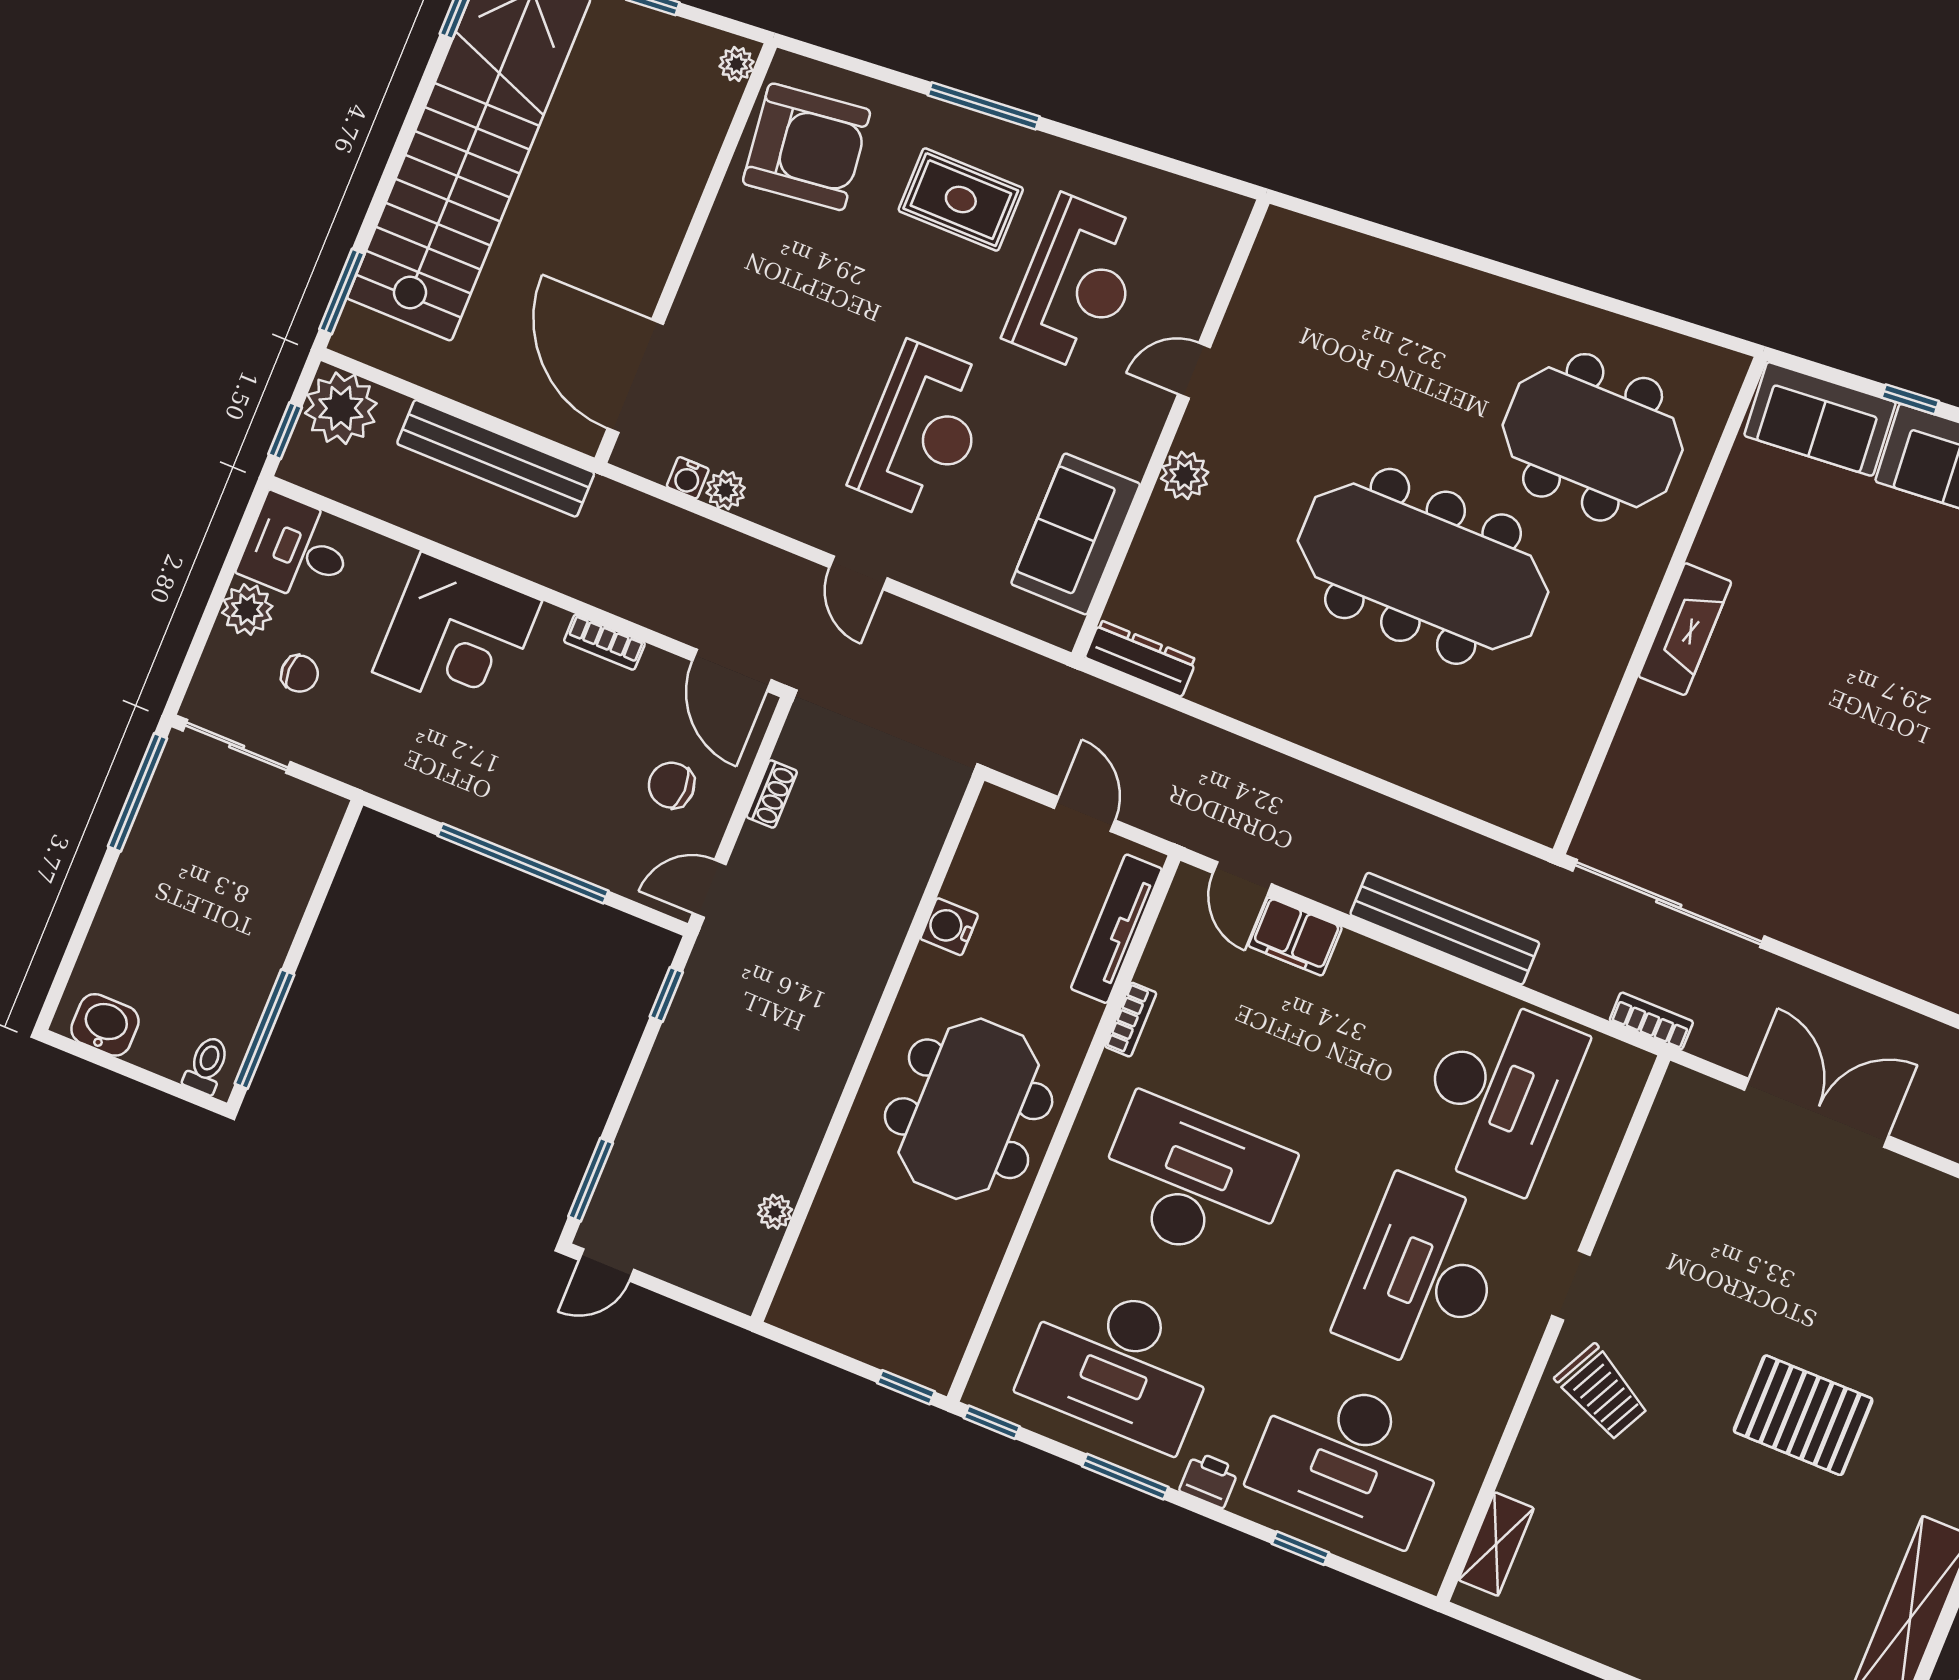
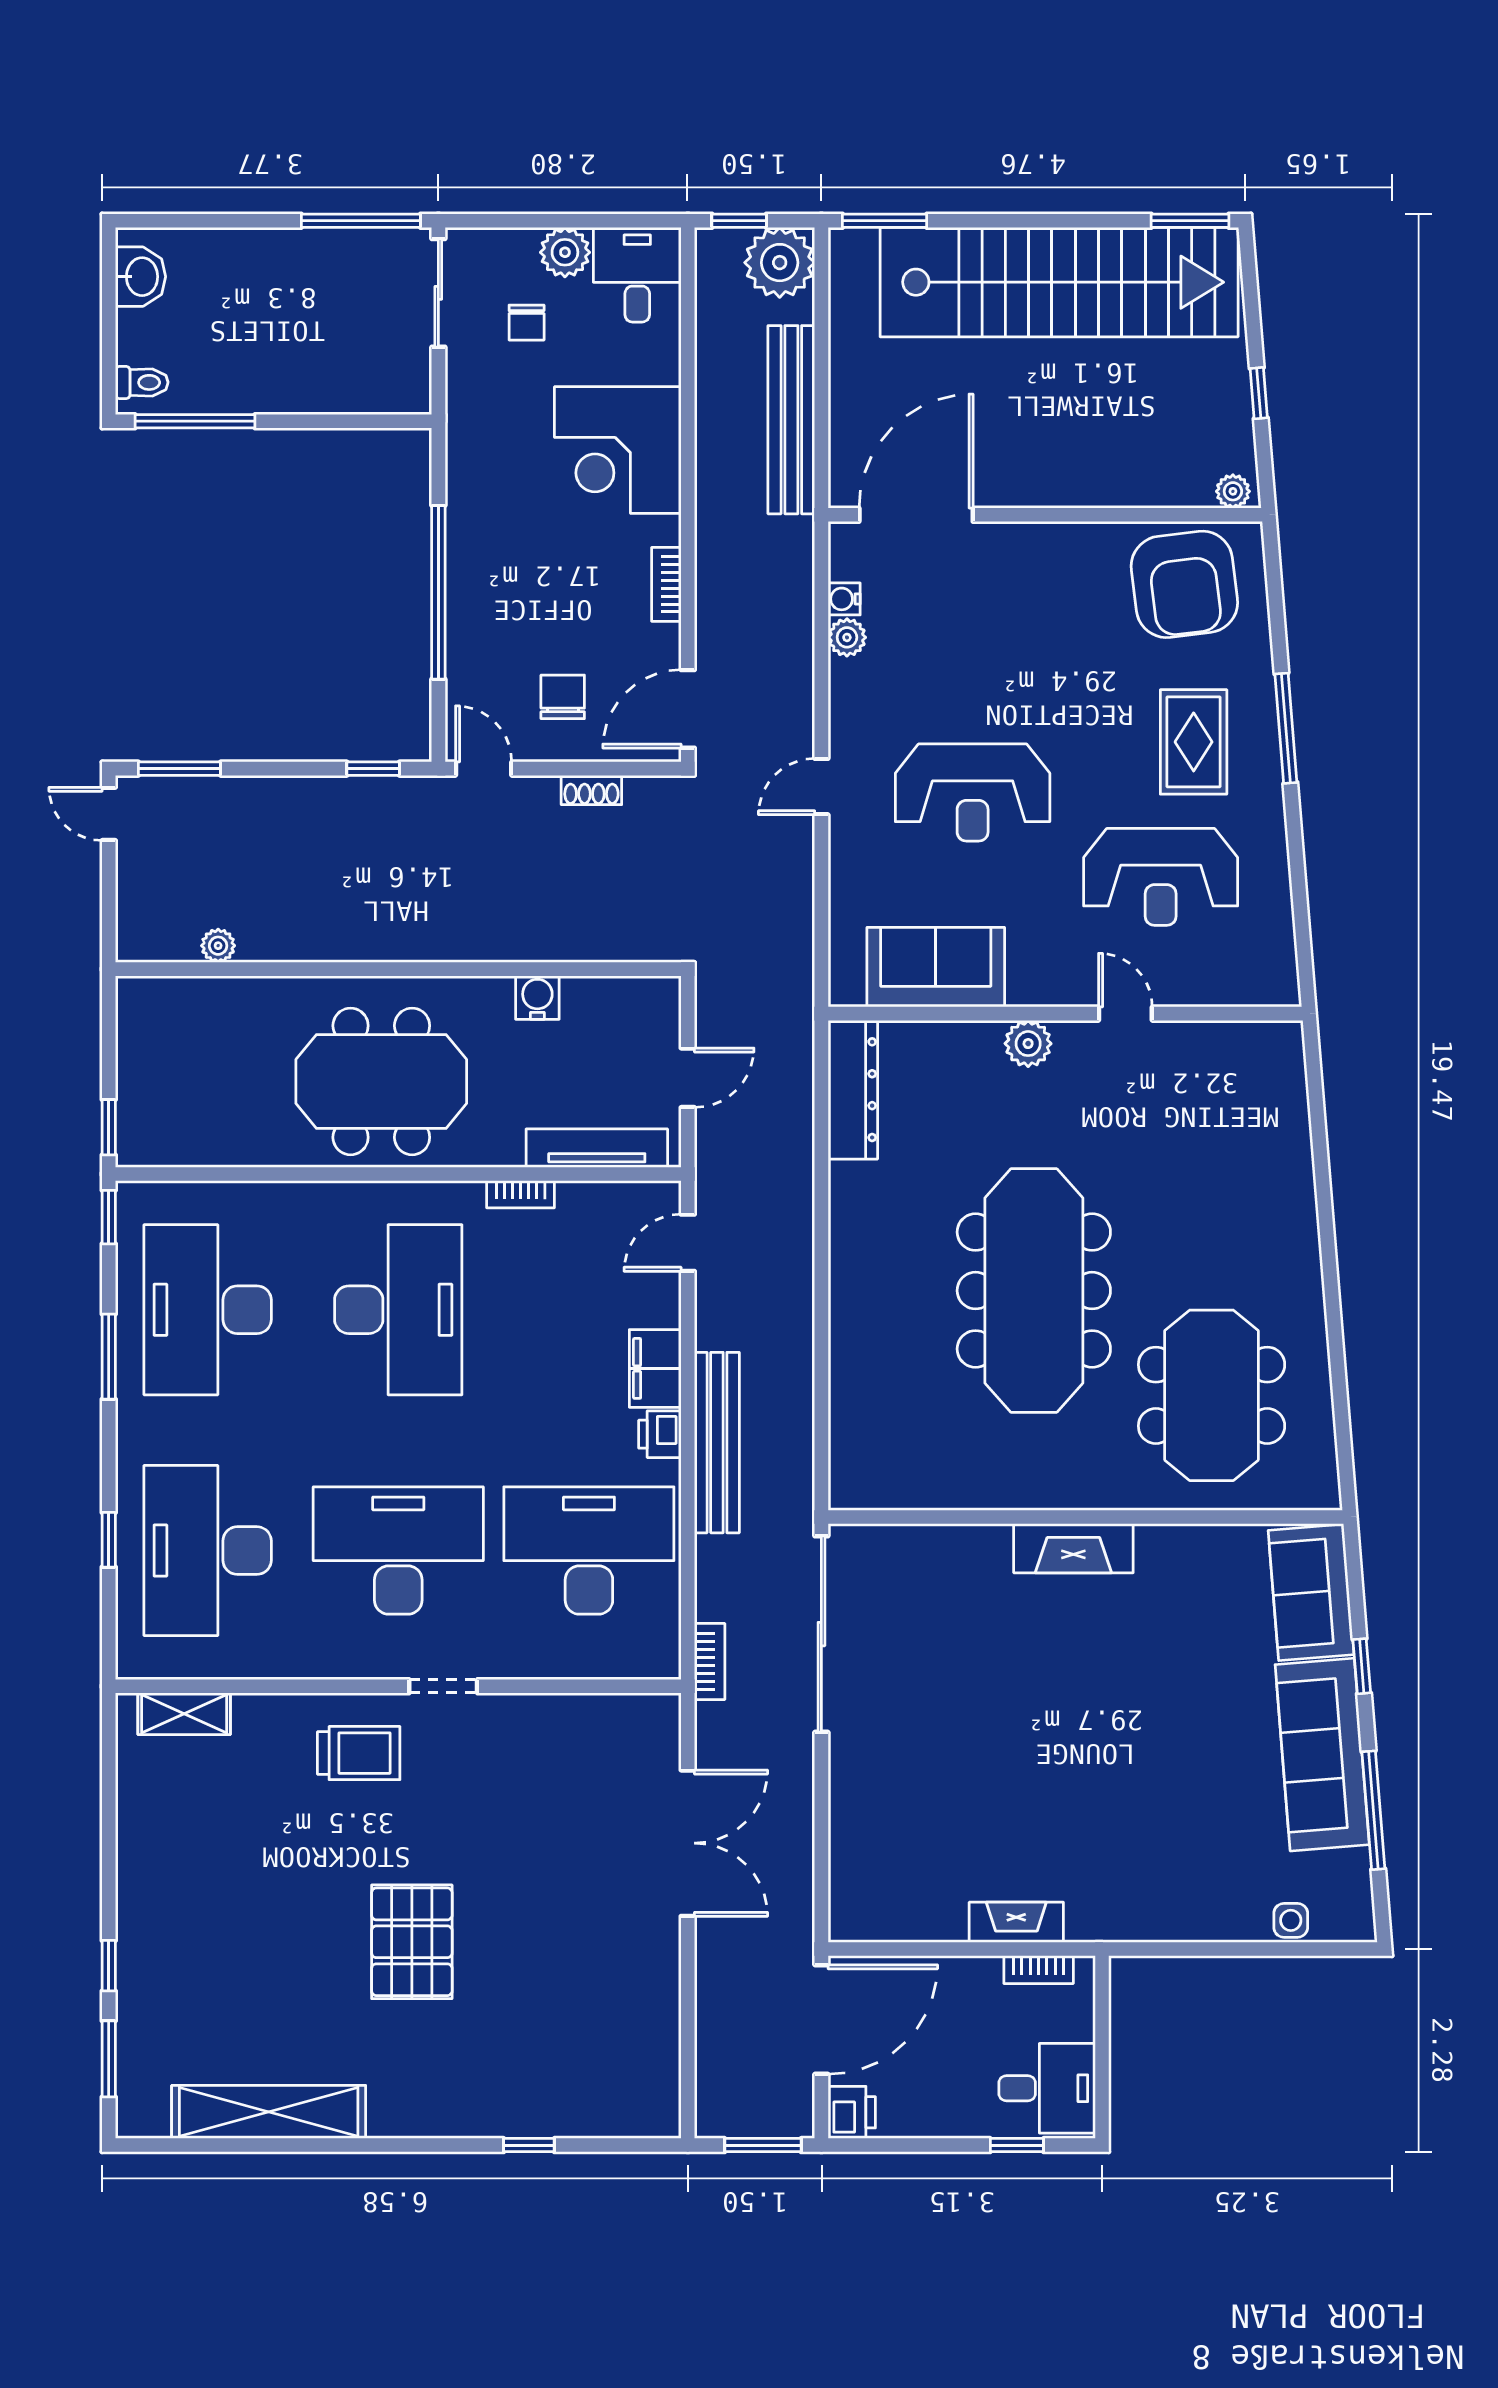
dresser: (1141, 658) -> (853, 1090), width x1.37, depth x1.24
filing cabinet: (1295, 936) -> (655, 1368), moved
desk: (1498, 1093) -> (589, 1551), turned 180
trolley: (1602, 1392) -> (359, 1753), turned -117
printer: (1209, 1480) -> (660, 1434), moved, turned 180

